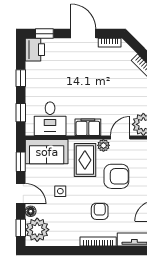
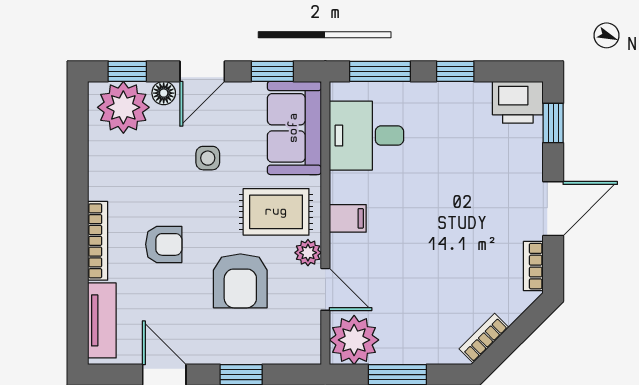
window: (21, 113) -> (380, 71), width x1.50
filing cabinet: (88, 127) -> (348, 218), width x0.50

